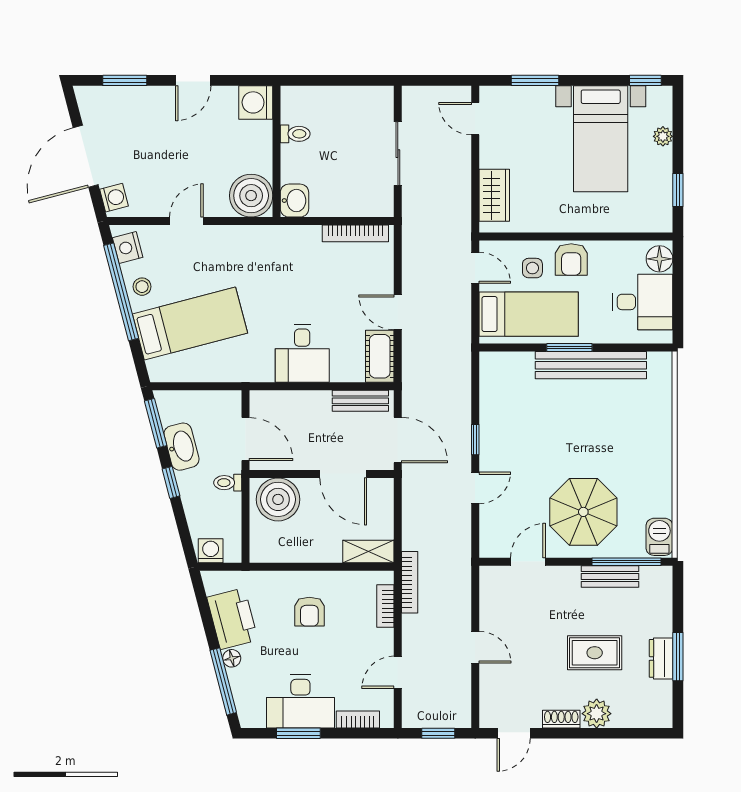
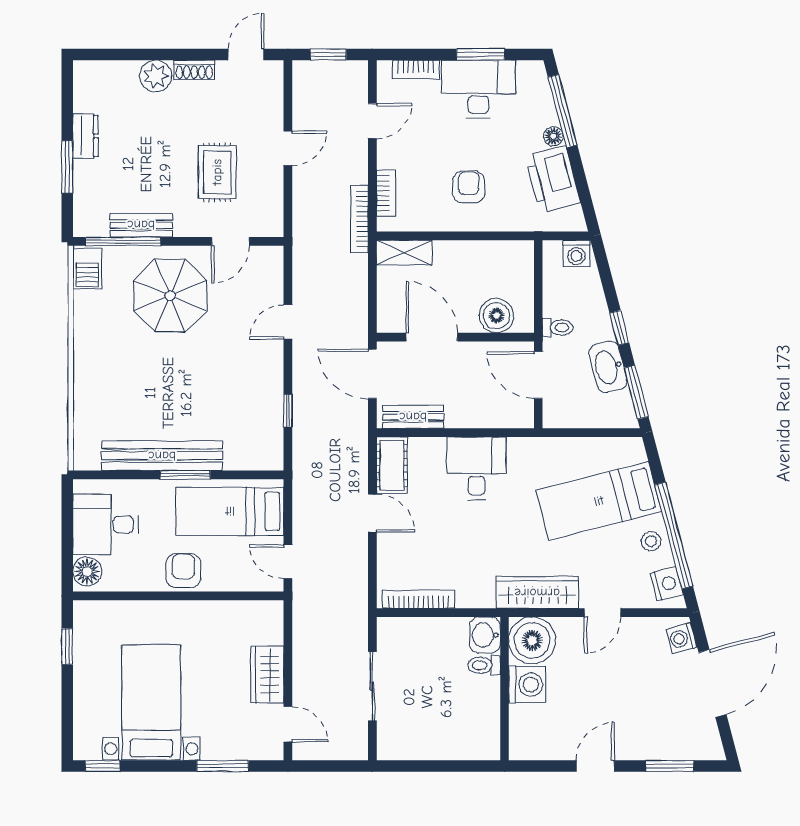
washing machine: (256, 102) -> (527, 685), moved
toilet: (295, 134) -> (484, 665), moved
plant: (663, 136) -> (83, 705), removed
wardrobe: (494, 195) -> (267, 675), moved
wardrobe: (246, 240) -> (537, 593), added
side table: (532, 268) -> (226, 561), removed
window: (475, 440) -> (288, 411), moved
boiler: (278, 499) -> (497, 316), width x0.73, depth x0.73
door: (475, 647) -> (288, 148), swing flipped
rug: (595, 653) -> (217, 172), moved, turned 90
window: (678, 657) -> (67, 167), moved

